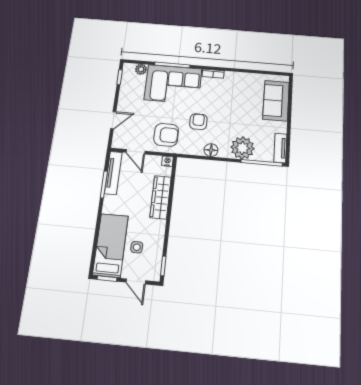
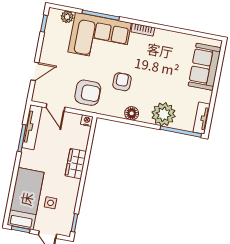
wardrobe: (161, 197) -> (76, 164), width x0.67

